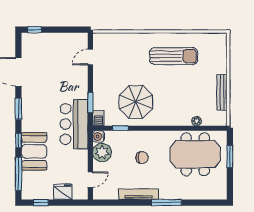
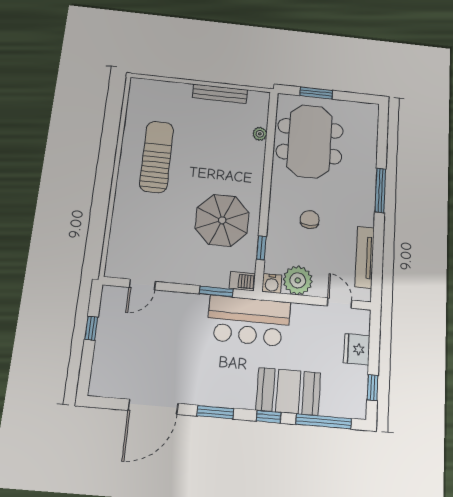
window: (34, 30) -> (91, 328), moved
door: (90, 57) -> (142, 284), hinge flipped
tv unit: (139, 194) -> (365, 257), moved

